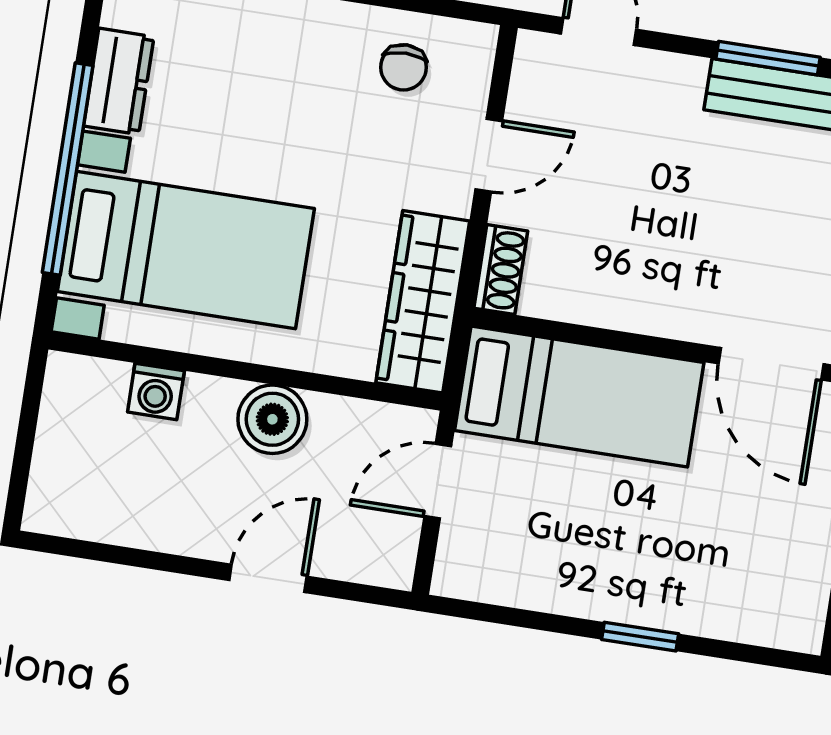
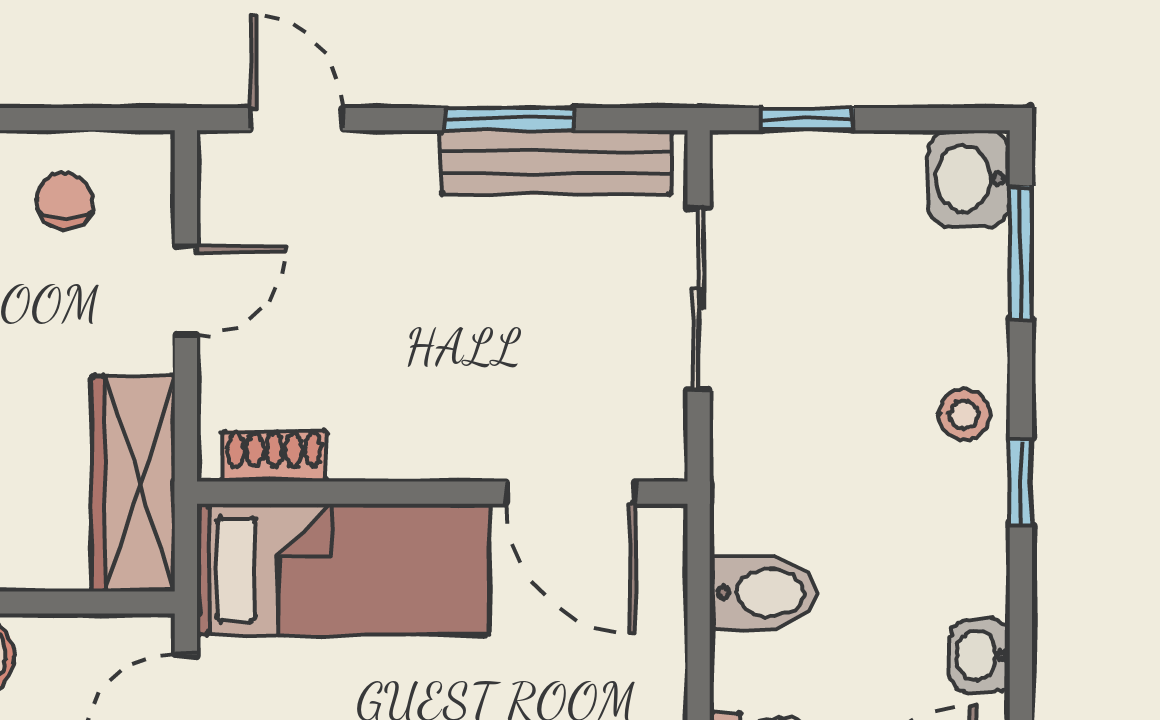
chair: (403, 67) -> (65, 200), turned 180
shoe rack: (501, 270) -> (274, 456), moved, turned -90

